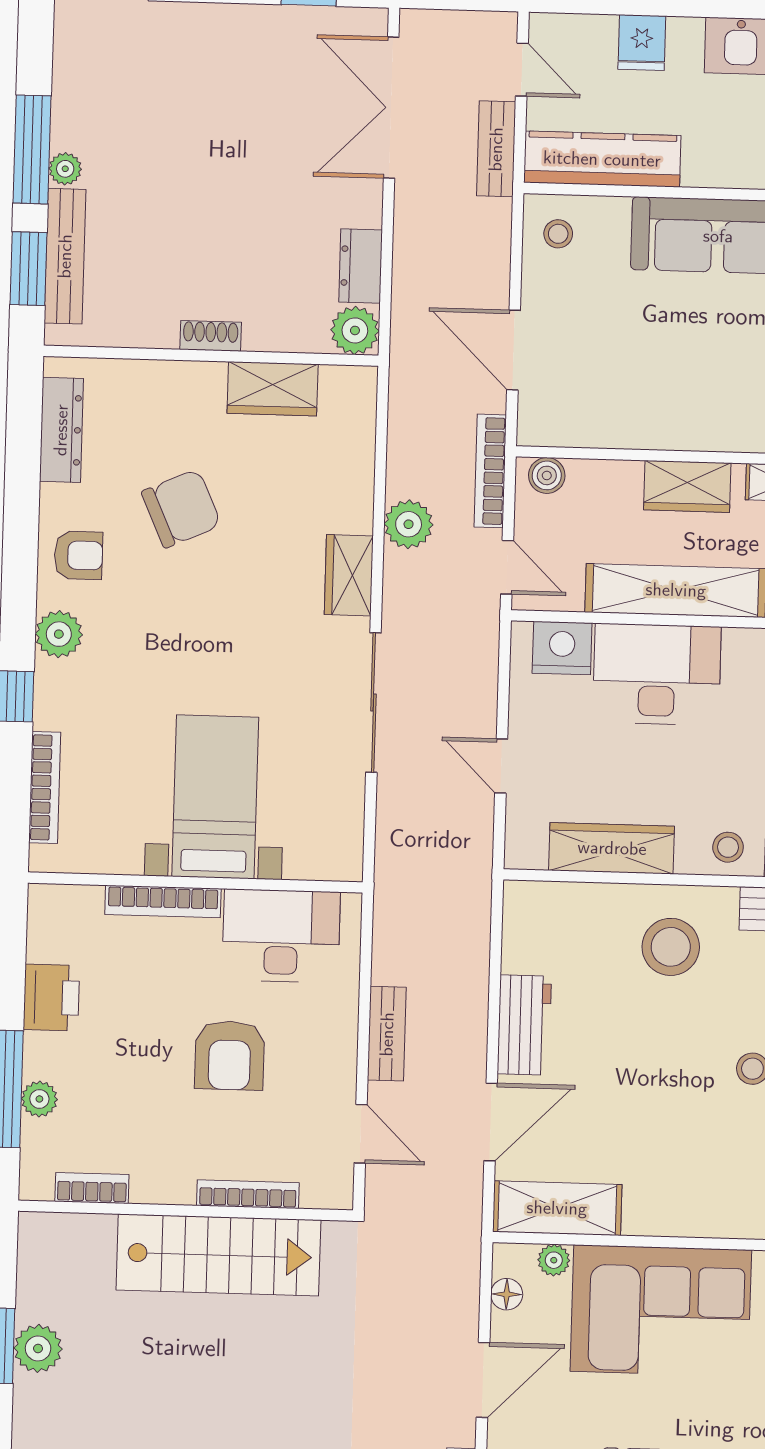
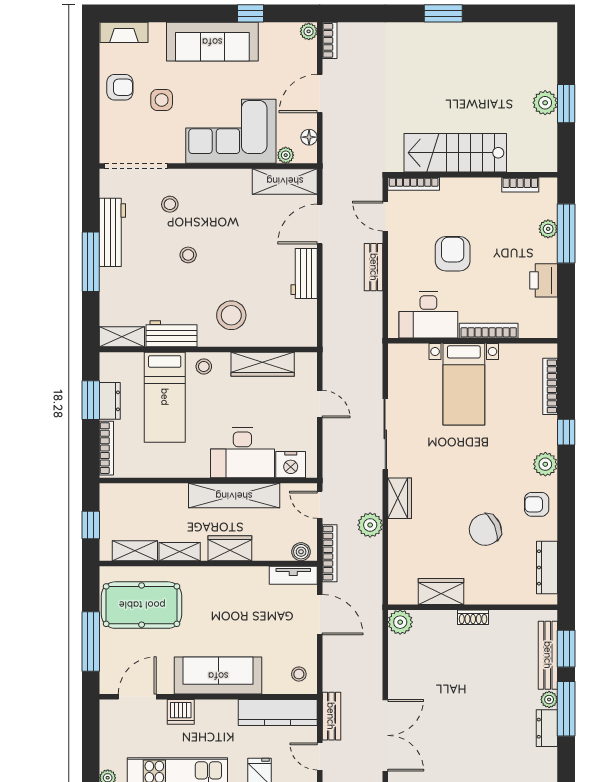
dresser: (361, 266) -> (547, 728), moved, turned 180
tv unit: (564, 429) -> (293, 575), added
bookcase: (248, 1194) -> (414, 184), moved

